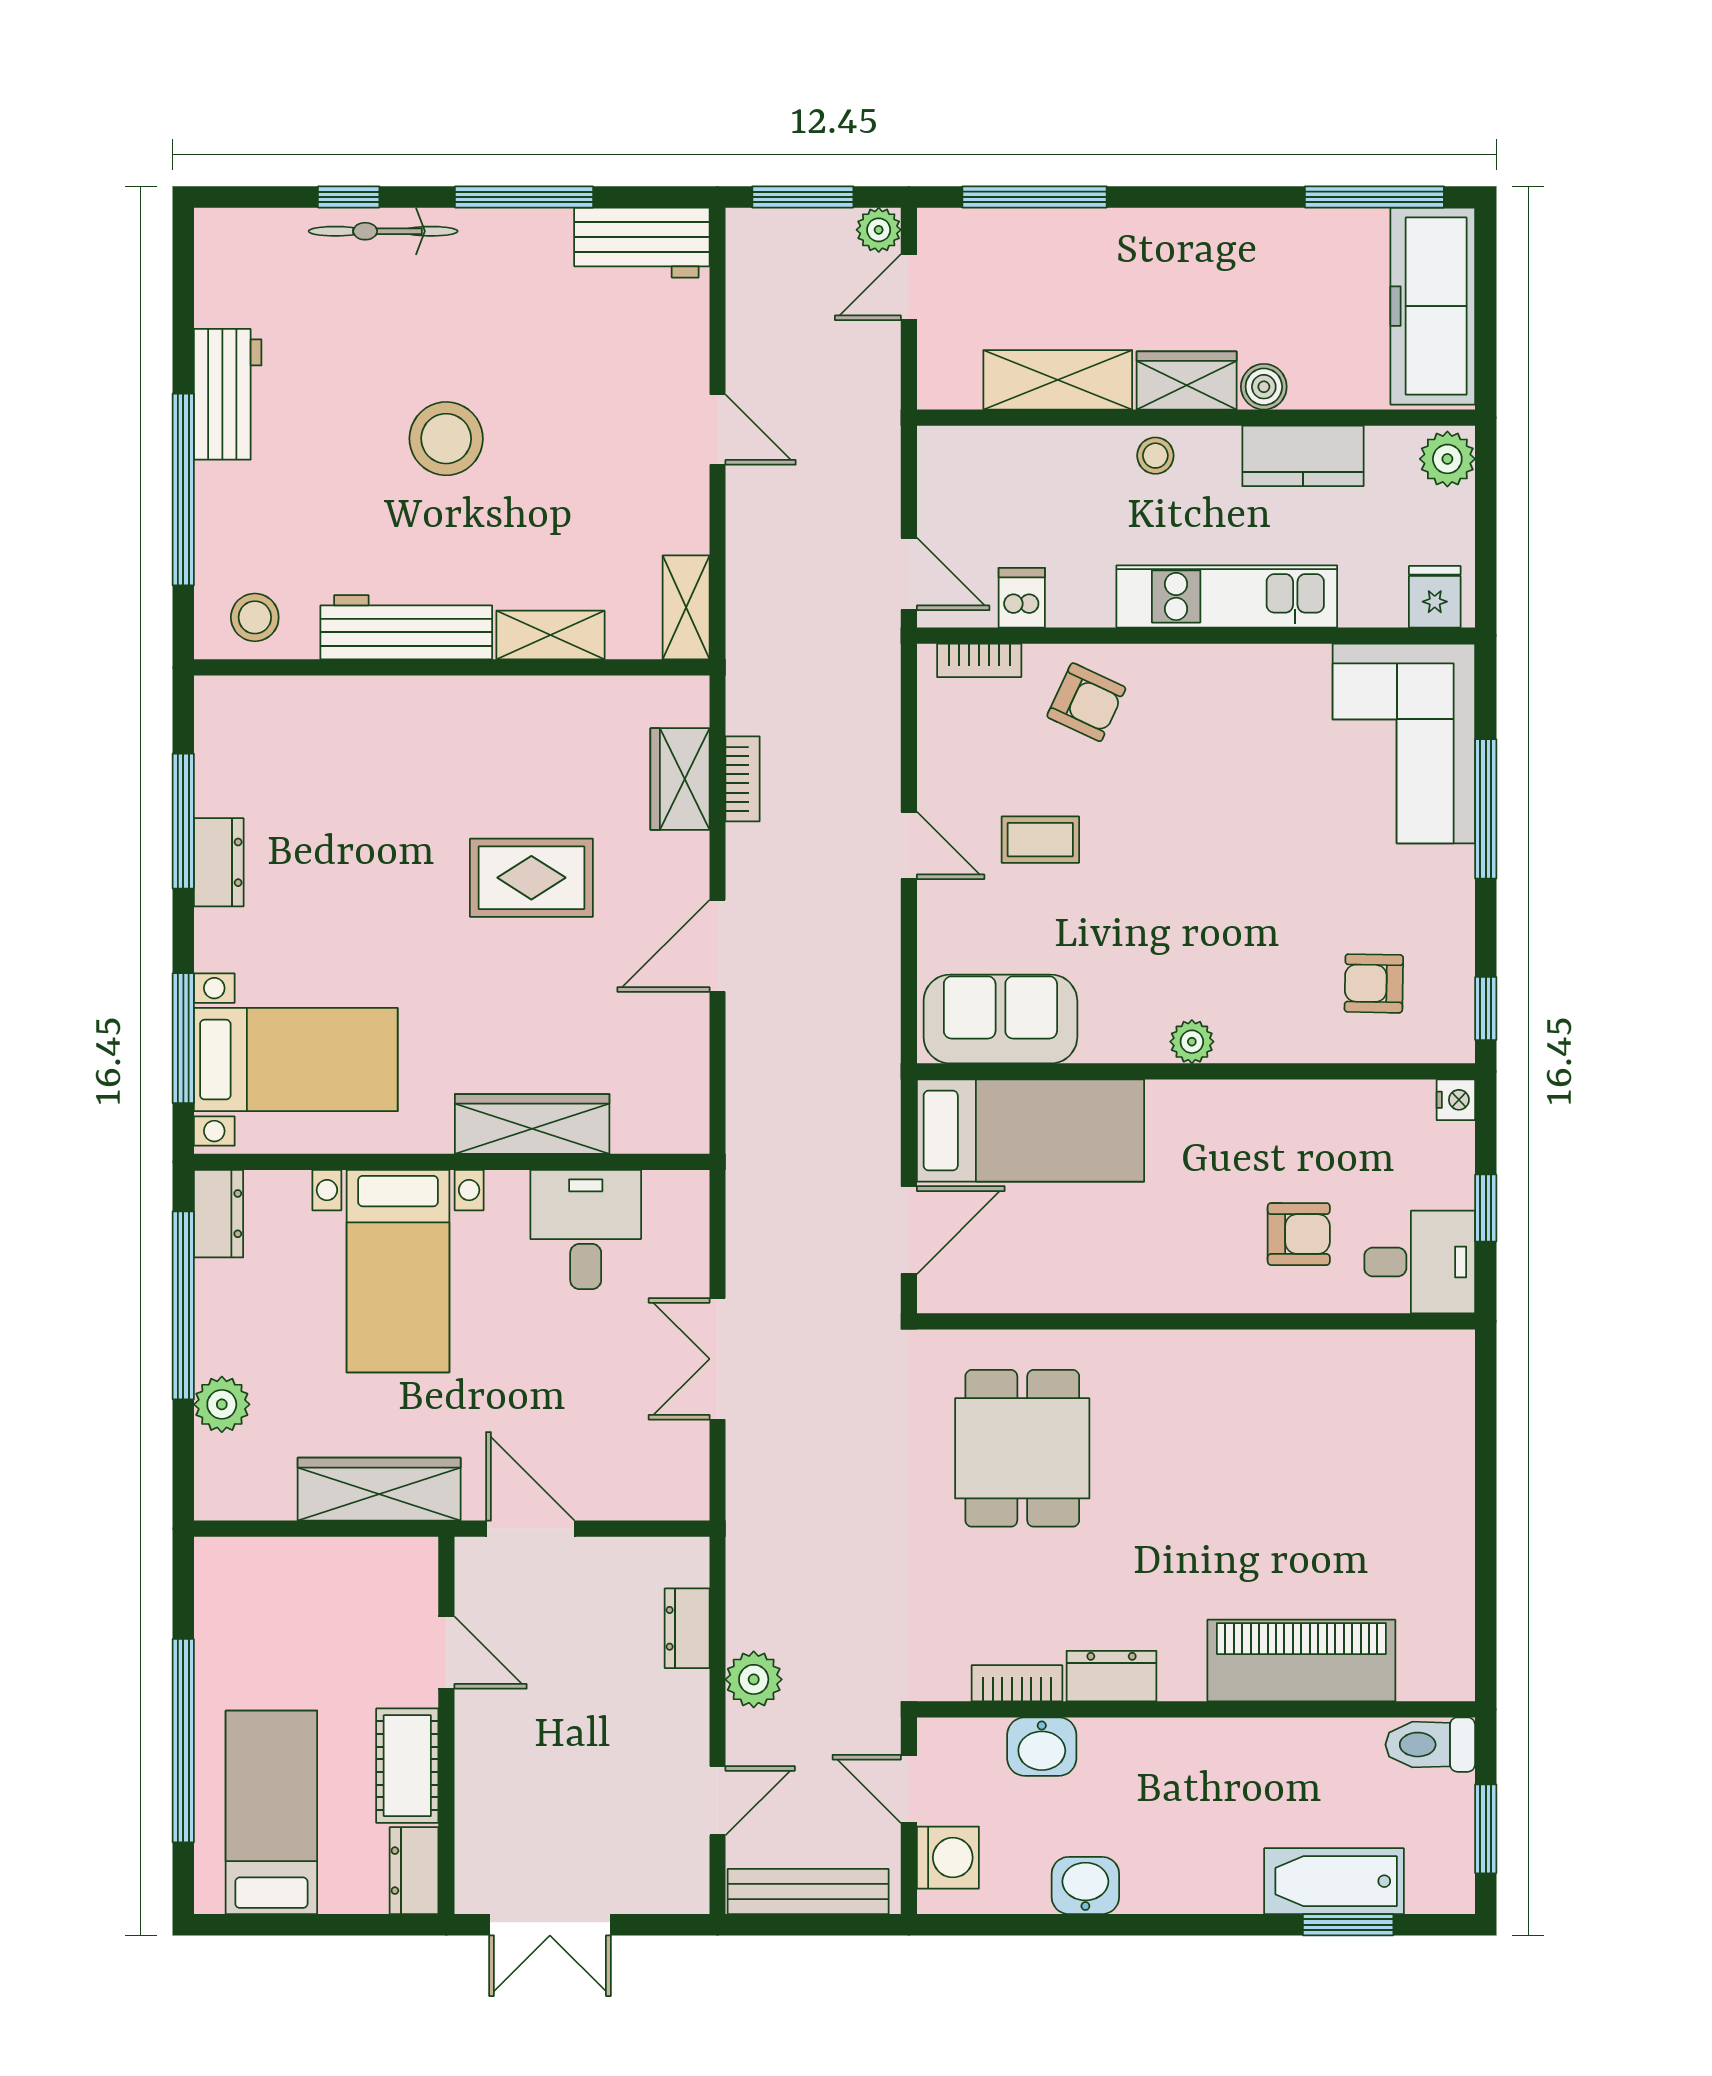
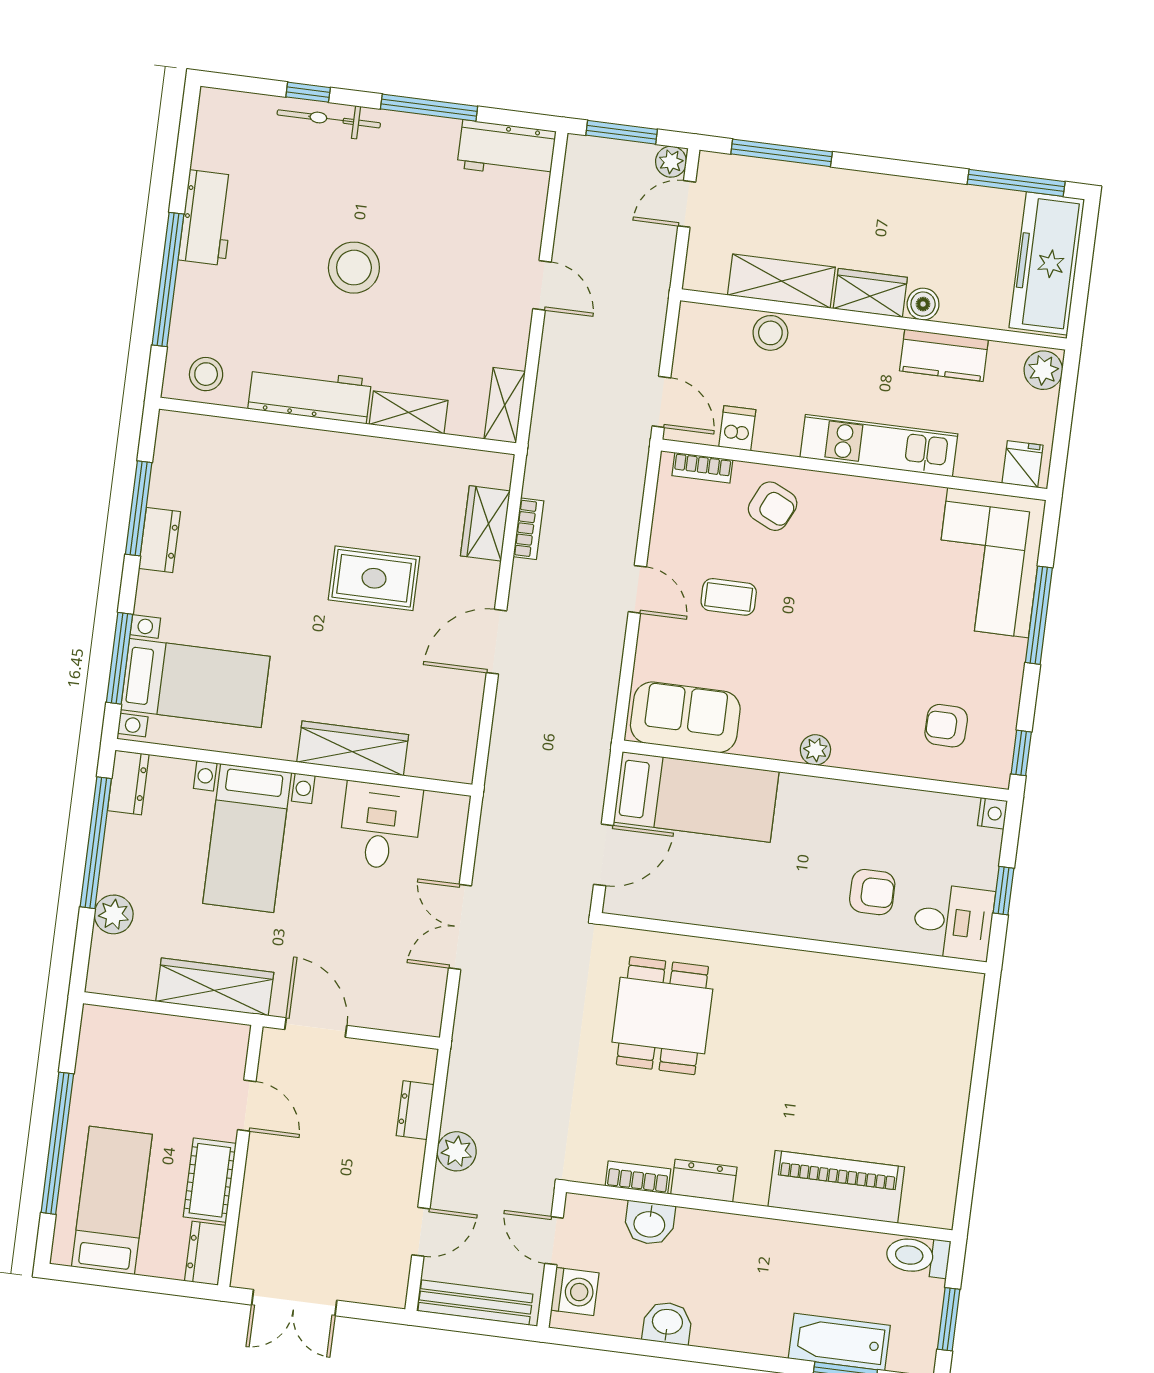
stool: (1155, 456) -> (770, 333), moved, width x1.37, depth x1.37

